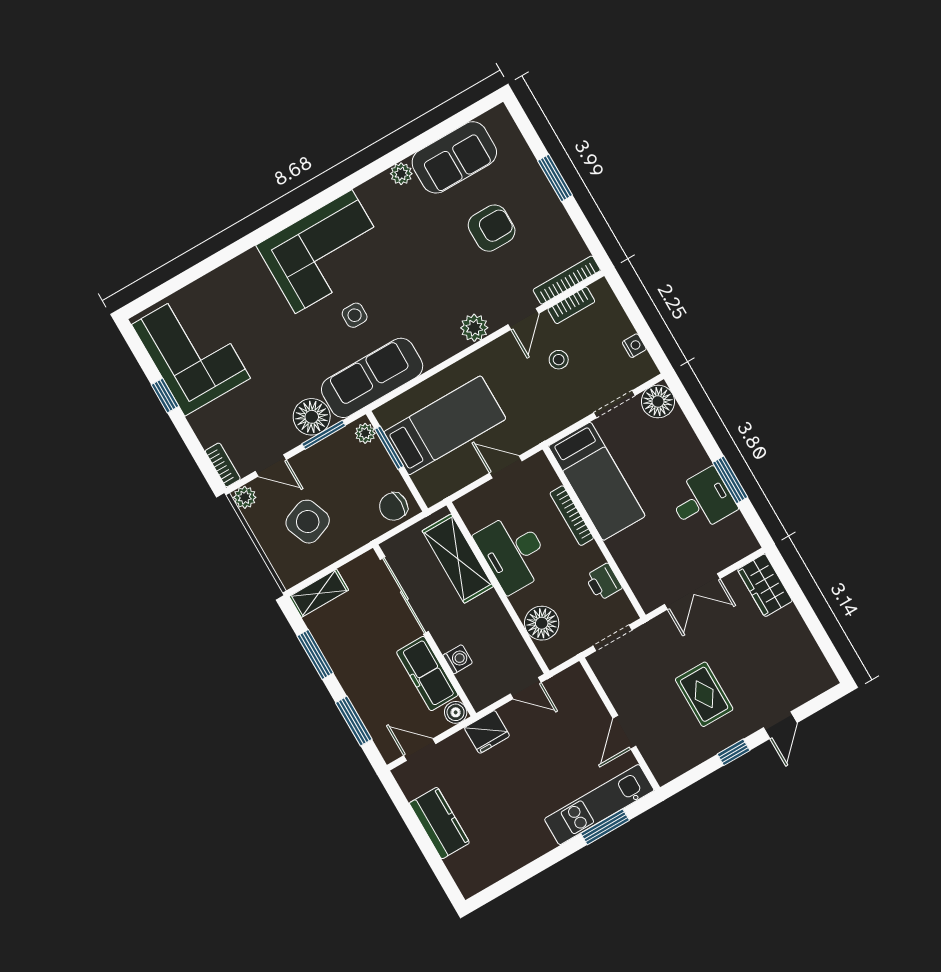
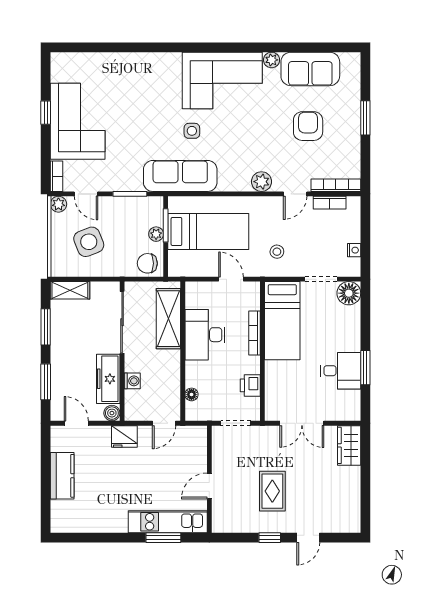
armchair: (492, 228) -> (308, 126), turned -90
corner sofa: (324, 252) -> (222, 80), moved
corner sofa: (191, 351) -> (78, 121), moved
stool: (559, 360) -> (277, 252), moved
floor lamp: (312, 417) -> (129, 178), removed
plant: (365, 433) -> (156, 234), moved
floor lamp: (542, 623) -> (191, 394), width x0.53, depth x0.53
door: (526, 688) -> (164, 423), hinge flipped

